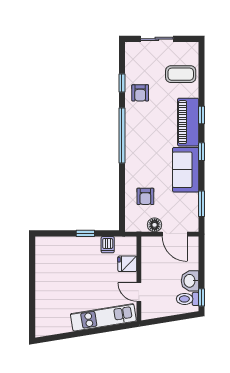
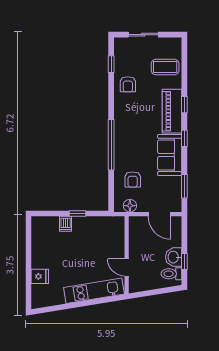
window: (122, 83) -> (111, 64), moved
window: (122, 136) -> (111, 145), moved
floor lamp: (155, 225) -> (130, 206), moved
dishwasher: (108, 245) -> (66, 224), moved
fridge: (127, 264) -> (40, 276), moved, turned 180
window: (202, 297) -> (184, 261), moved

